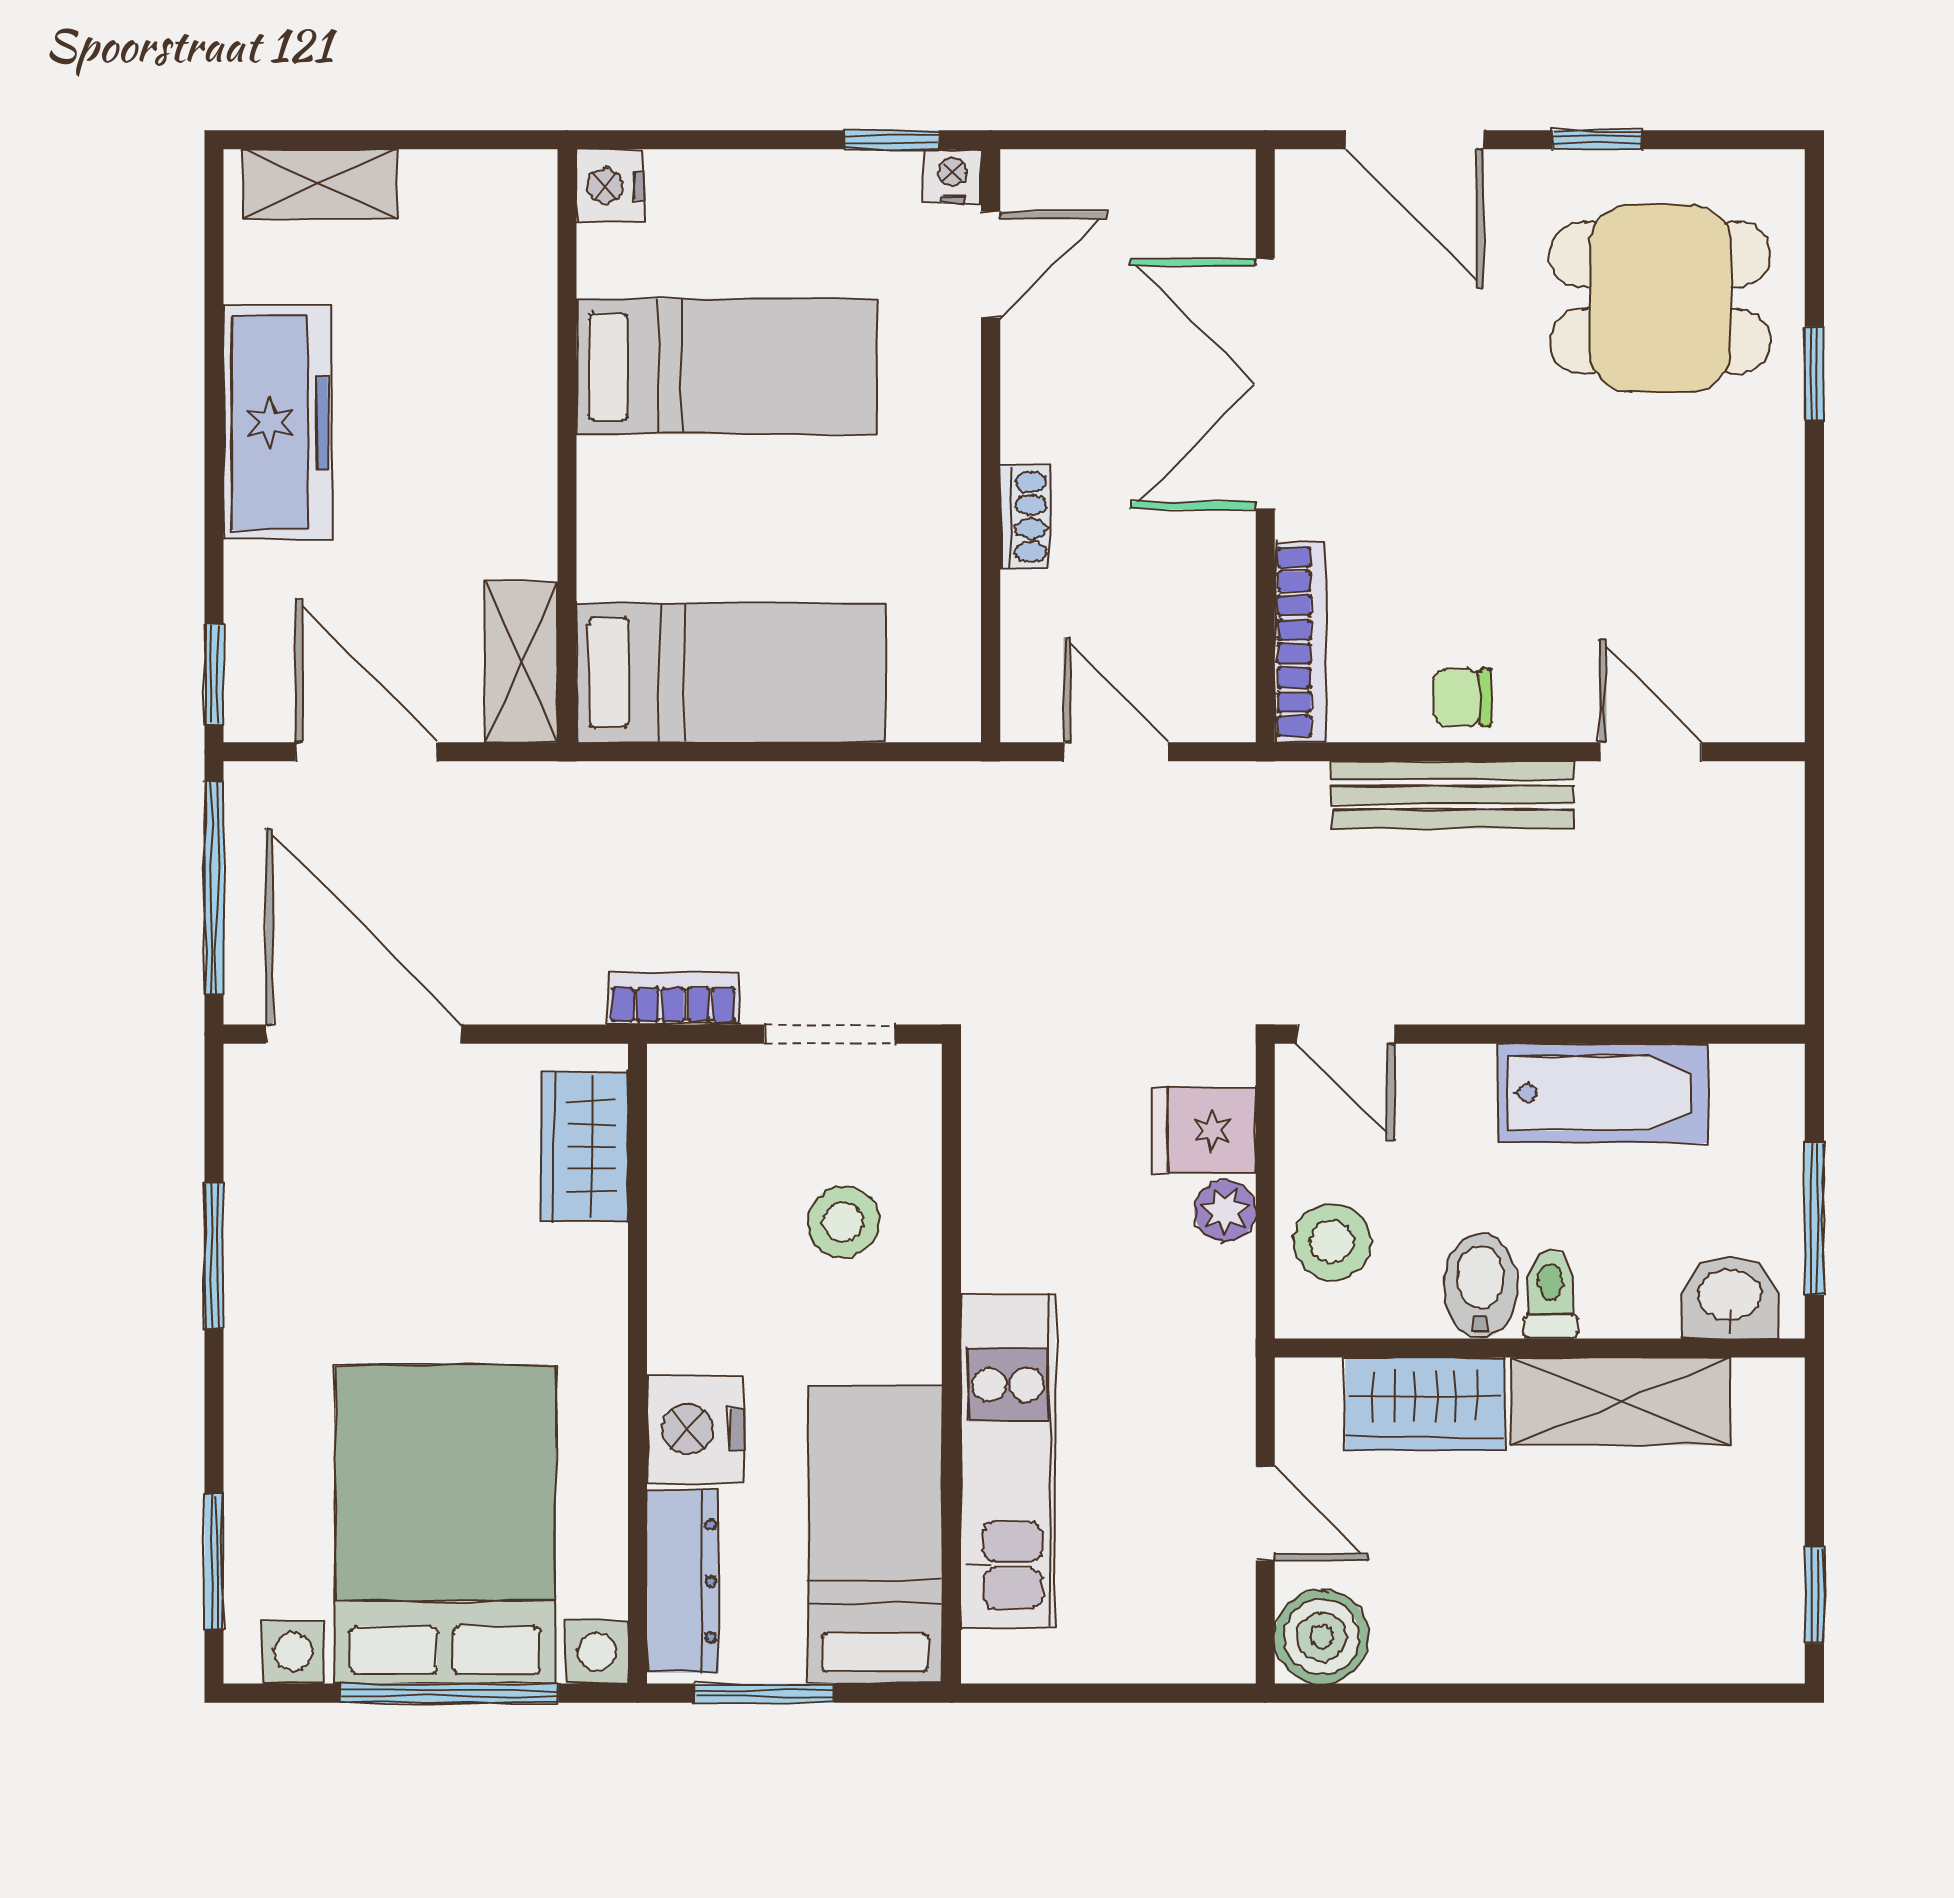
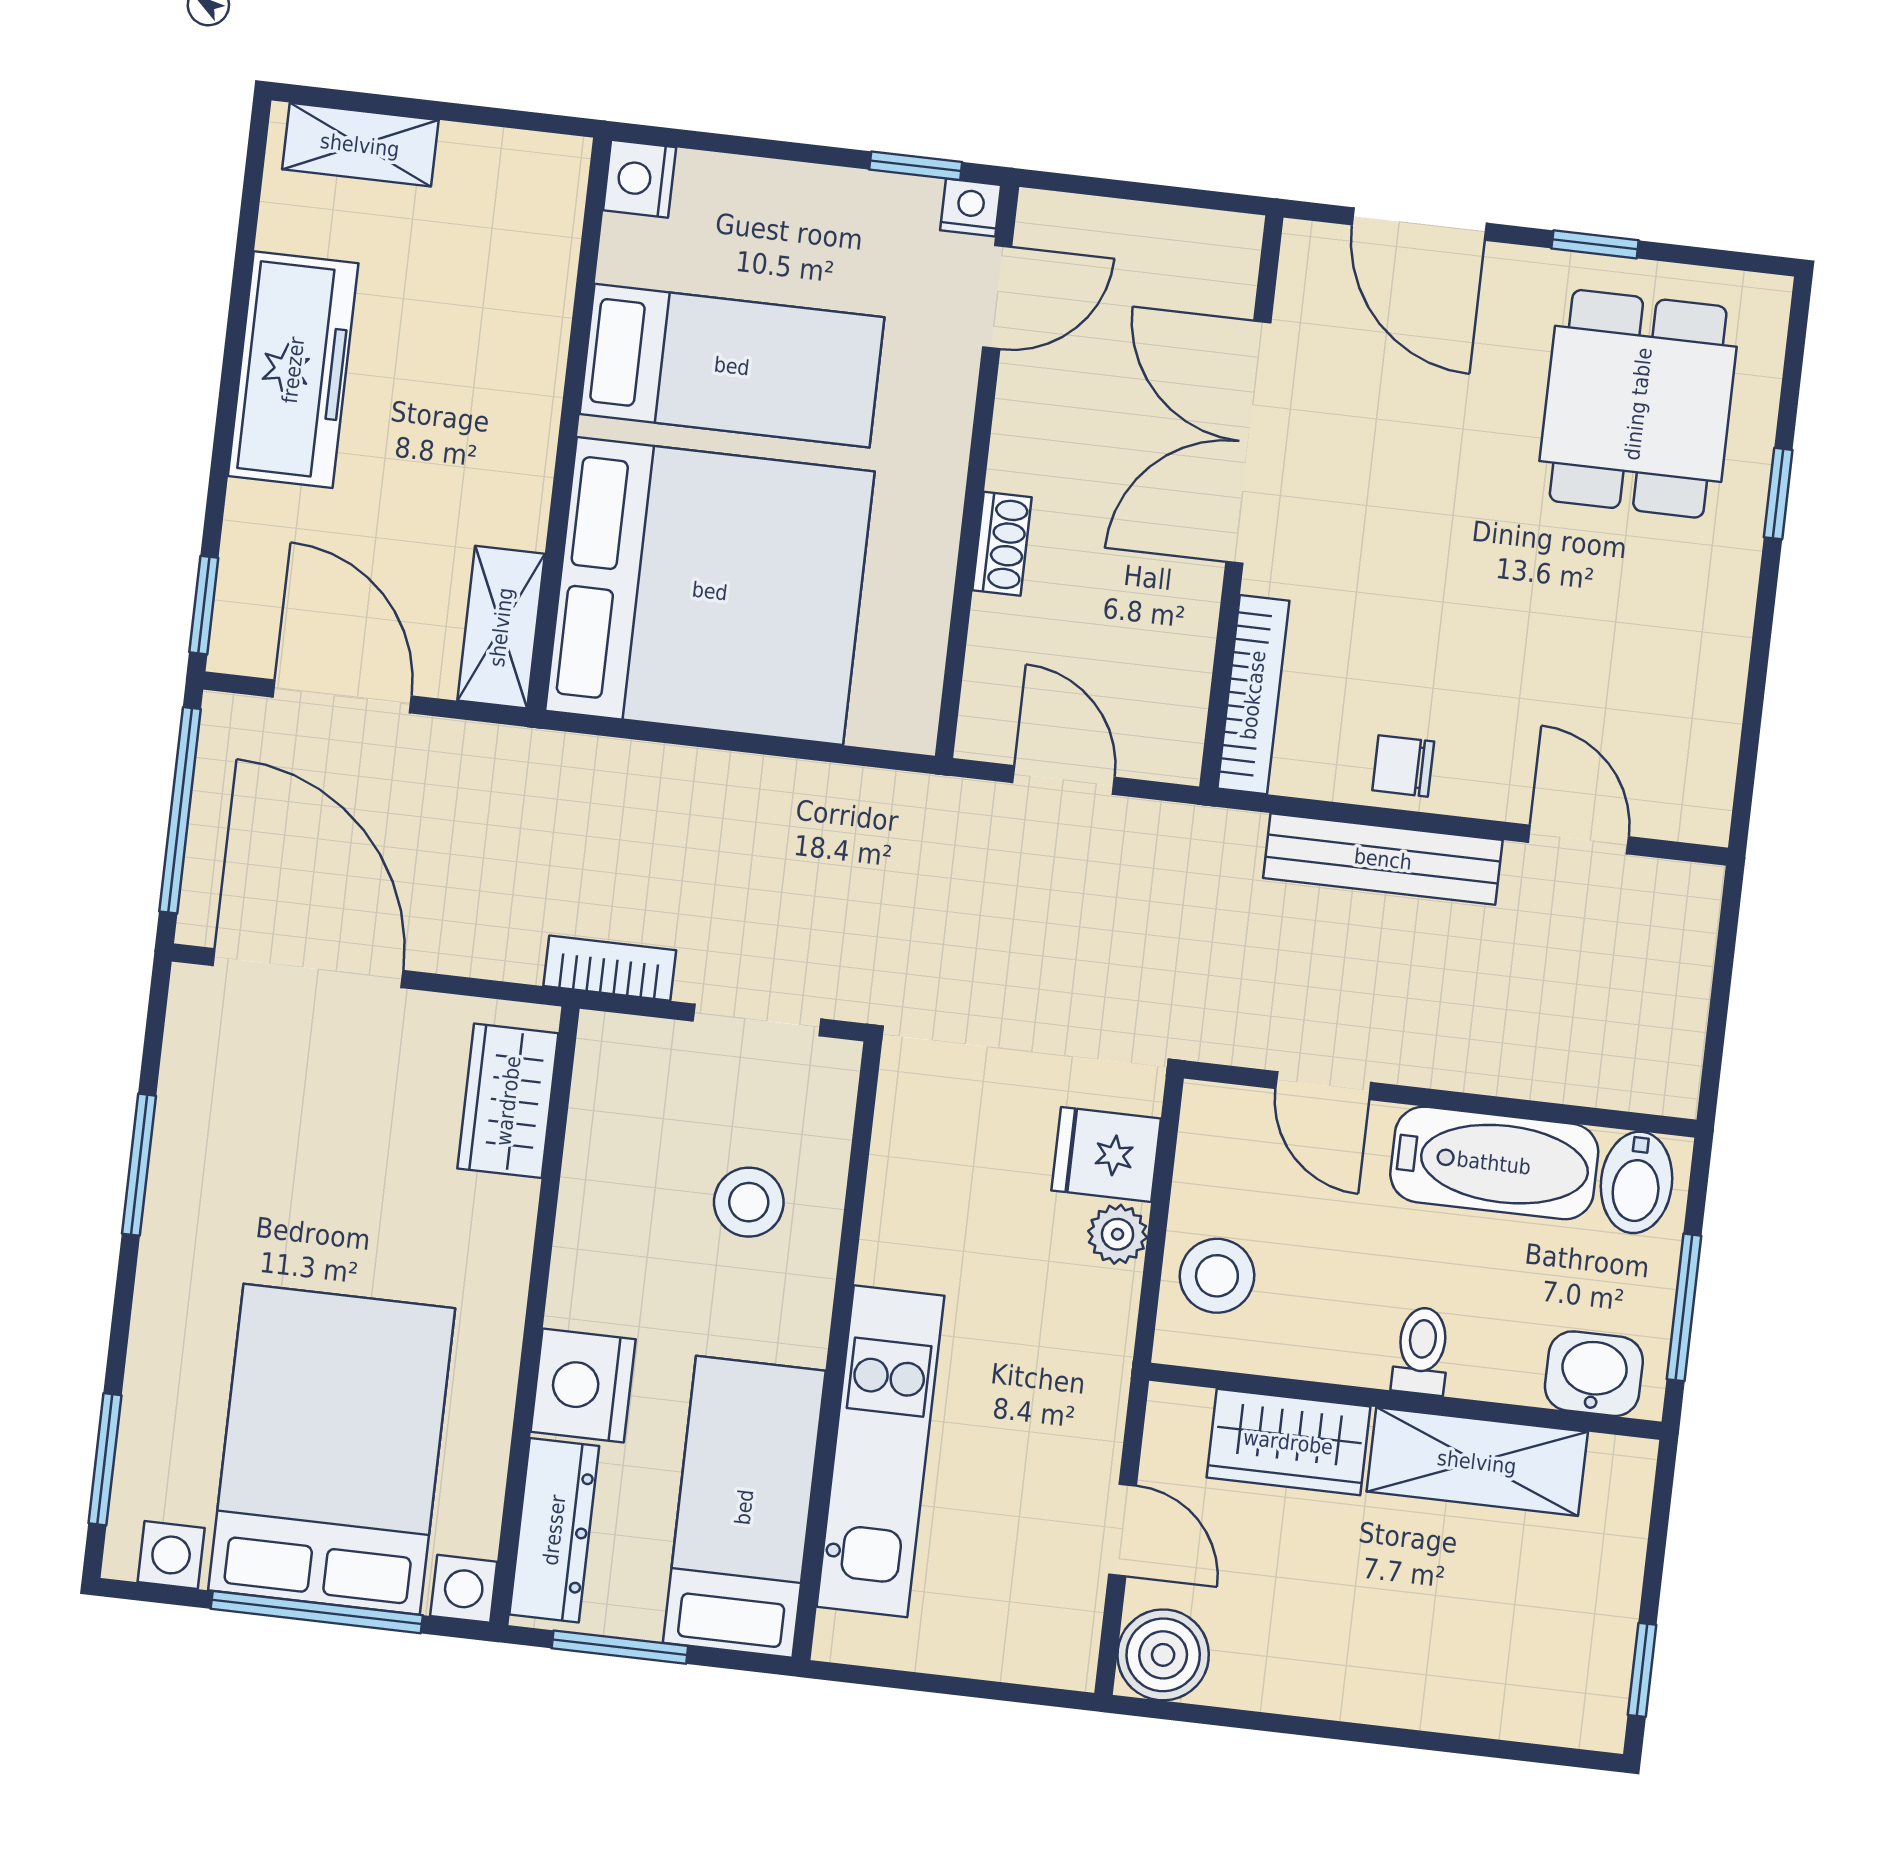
dining table: (1660, 298) -> (1638, 404), turned 90
bed: (731, 673) -> (710, 591), width x2.04
door: (1346, 1034) -> (1323, 1086), moved
bidet: (1481, 1286) -> (1636, 1182), moved, turned 180

